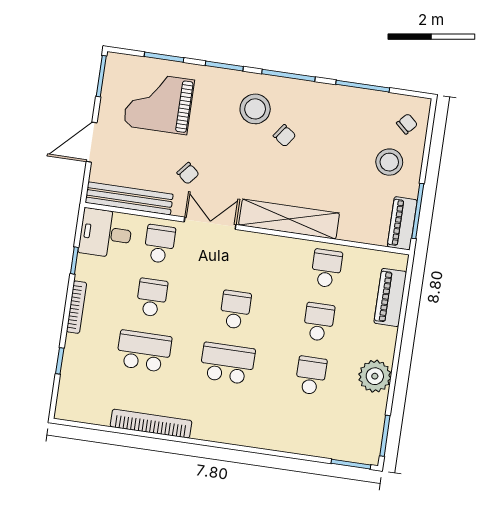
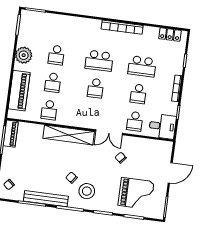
stool: (389, 162) -> (18, 165), removed
bench: (129, 198) -> (46, 199), moved
piano: (390, 297) -> (19, 91), width x1.37, depth x1.33
locker: (88, 413) -> (170, 35), added
bookcase: (151, 424) -> (122, 27), moved

